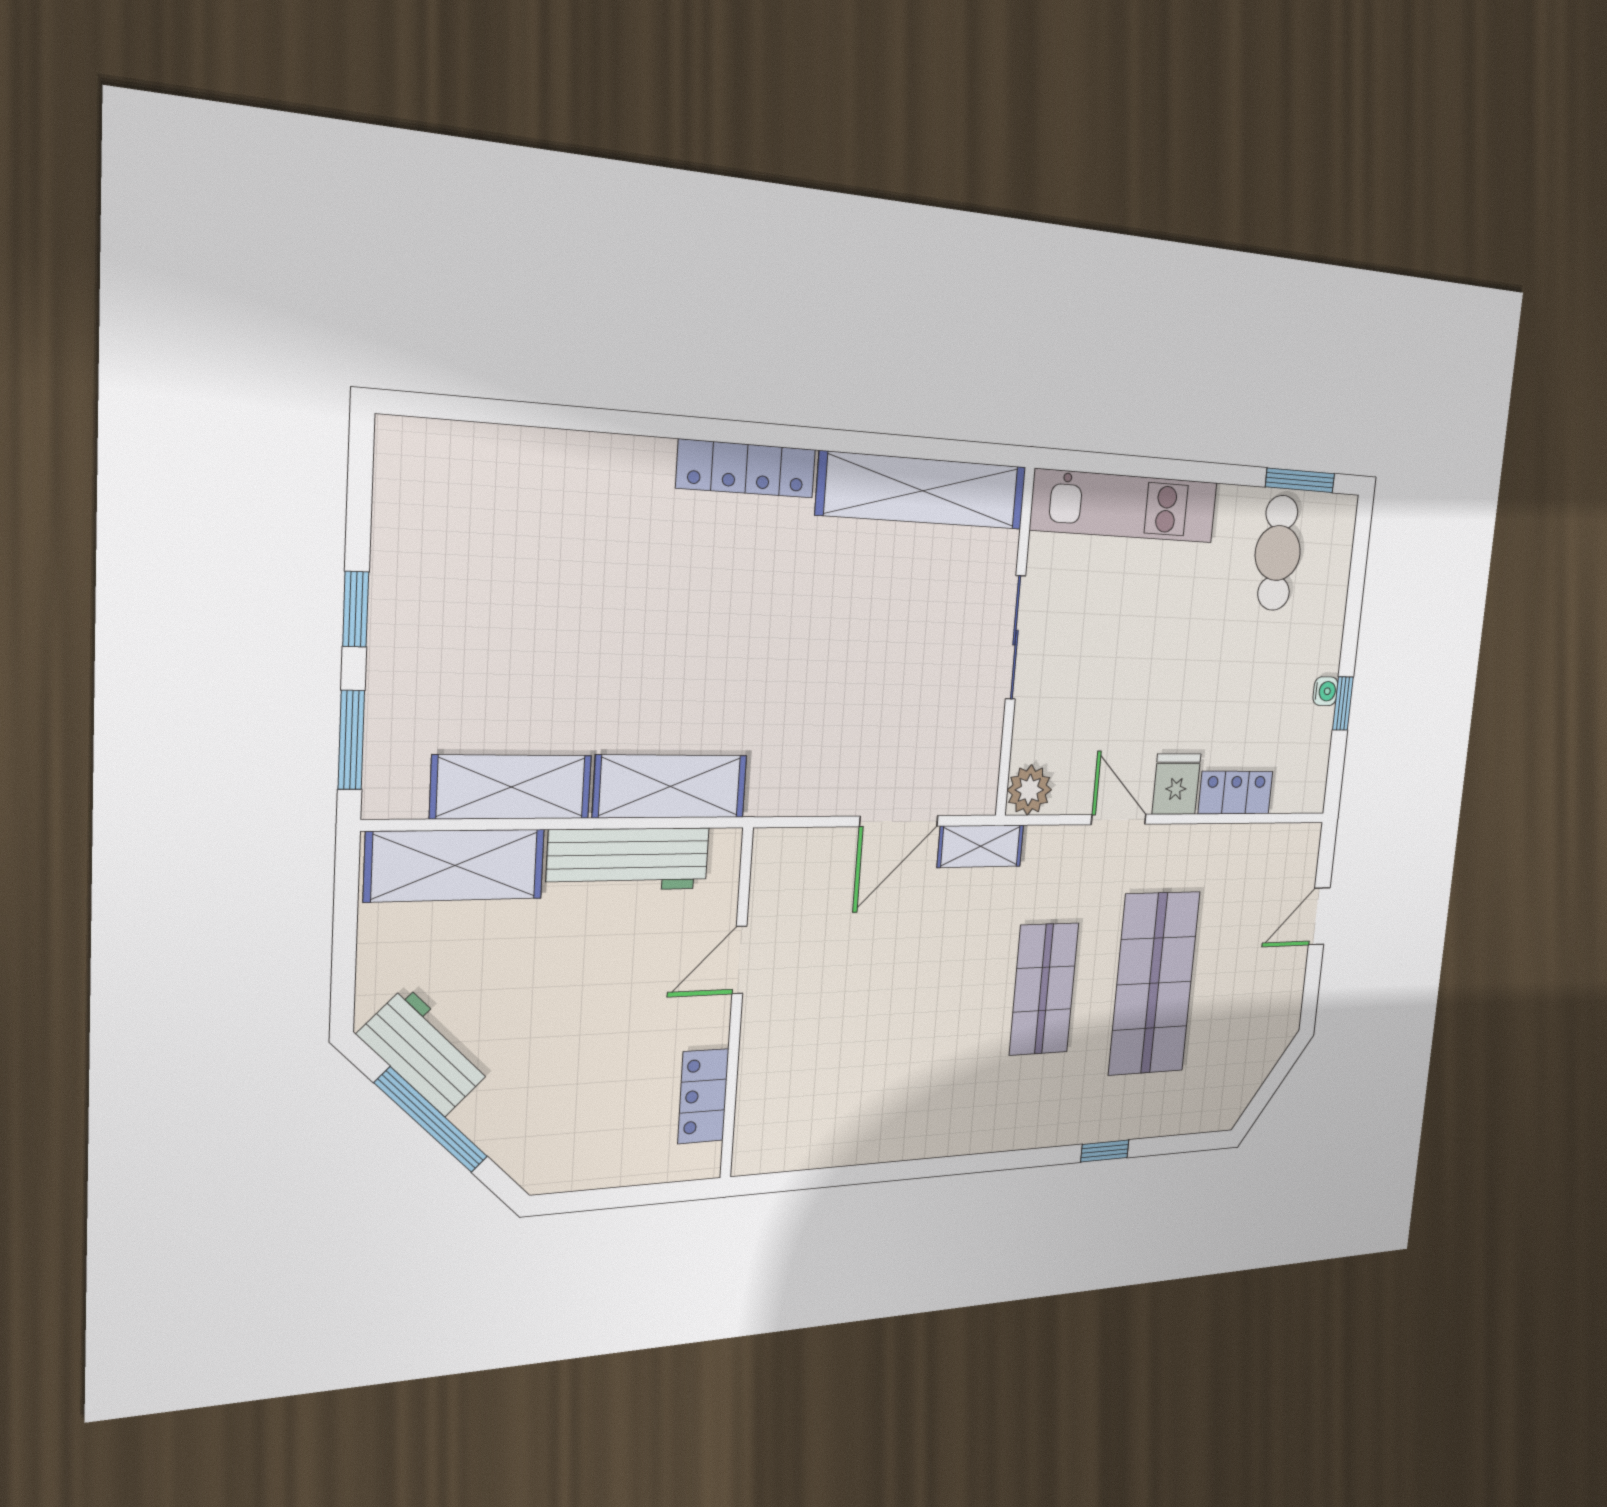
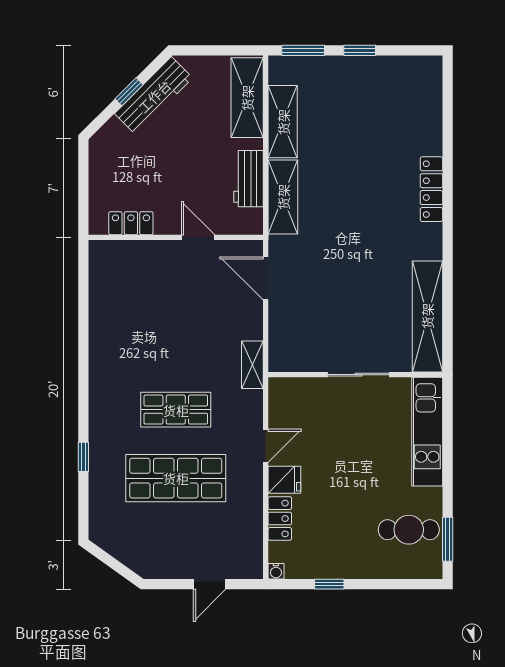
locker: (746, 469) -> (431, 189), moved
water cooler: (1325, 691) -> (276, 571), moved
plant: (1029, 790) -> (281, 390), removed
door: (899, 821) -> (266, 278), moved
workbench: (628, 860) -> (248, 179), width x0.73
door: (1319, 916) -> (210, 584), swing flipped
workbench: (425, 1052) -> (154, 96), width x1.37
window: (431, 1120) -> (129, 92), width x0.46

